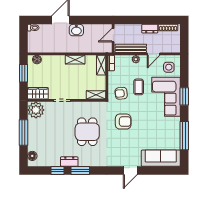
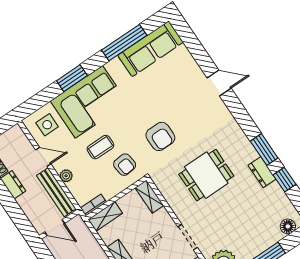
armchair: (123, 122) -> (160, 136), turned 180
sofa: (161, 158) -> (151, 49), moved, turned -90

